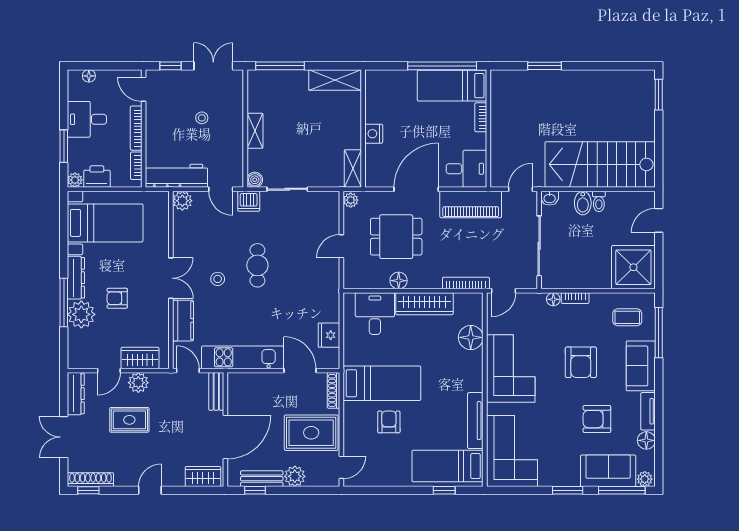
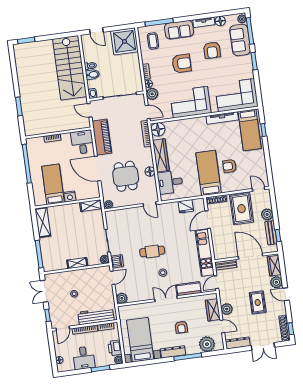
bed: (452, 86) -> (53, 184), moved, turned 180
workbench: (176, 176) -> (96, 316), moved, turned 90
door: (341, 246) -> (149, 204), moved
plant: (534, 303) -> (152, 94), added
plant: (81, 314) -> (207, 344), moved
floor lamp: (471, 337) -> (158, 129), moved
rug: (129, 420) -> (258, 302), moved
plant: (173, 476) -> (276, 282), added

